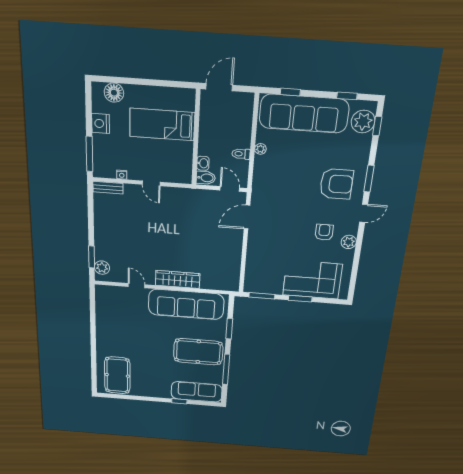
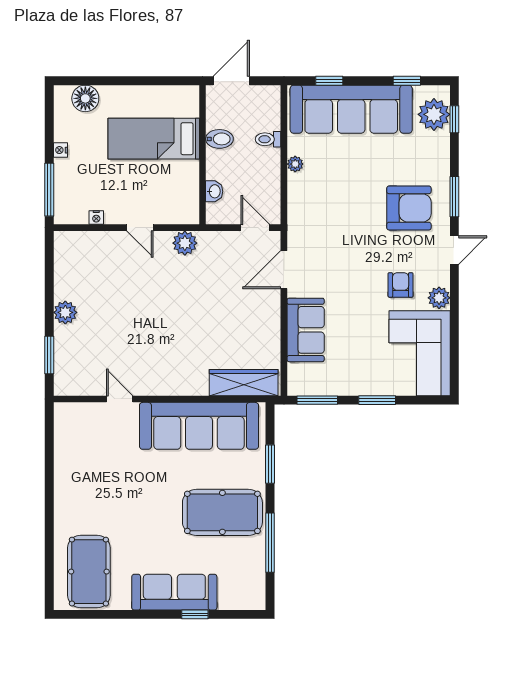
nightstand: (101, 124) -> (60, 150), width x0.53, depth x0.56
toilet: (241, 154) -> (268, 139), moved
bidet: (206, 178) -> (219, 139), moved
bench: (108, 188) -> (76, 239), removed
plant: (181, 195) -> (185, 243), added
sofa: (258, 255) -> (306, 330), added
plant: (102, 268) -> (65, 312), moved
wardrobe: (178, 279) -> (244, 383), moved
corner sofa: (312, 280) -> (420, 353), moved, turned -90
sofa: (197, 392) -> (174, 592), moved

